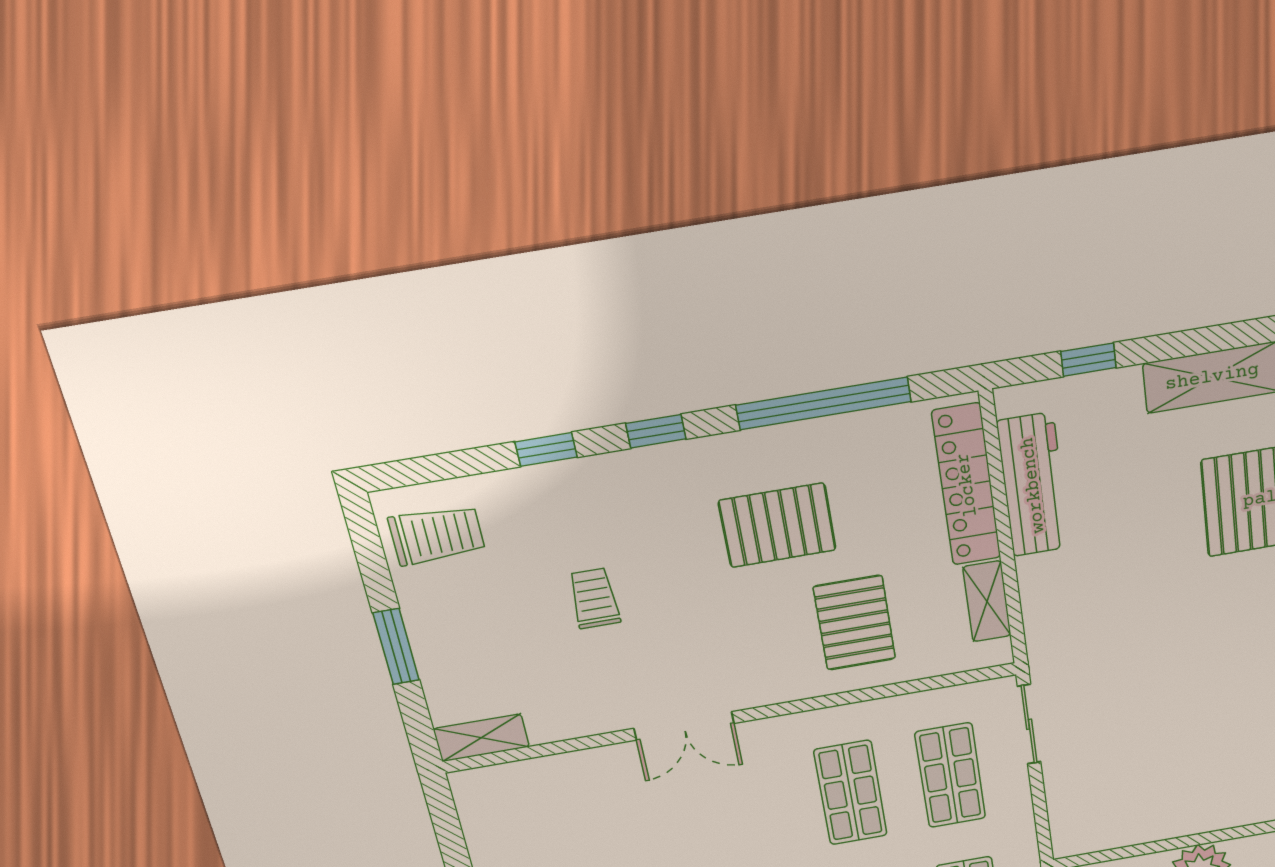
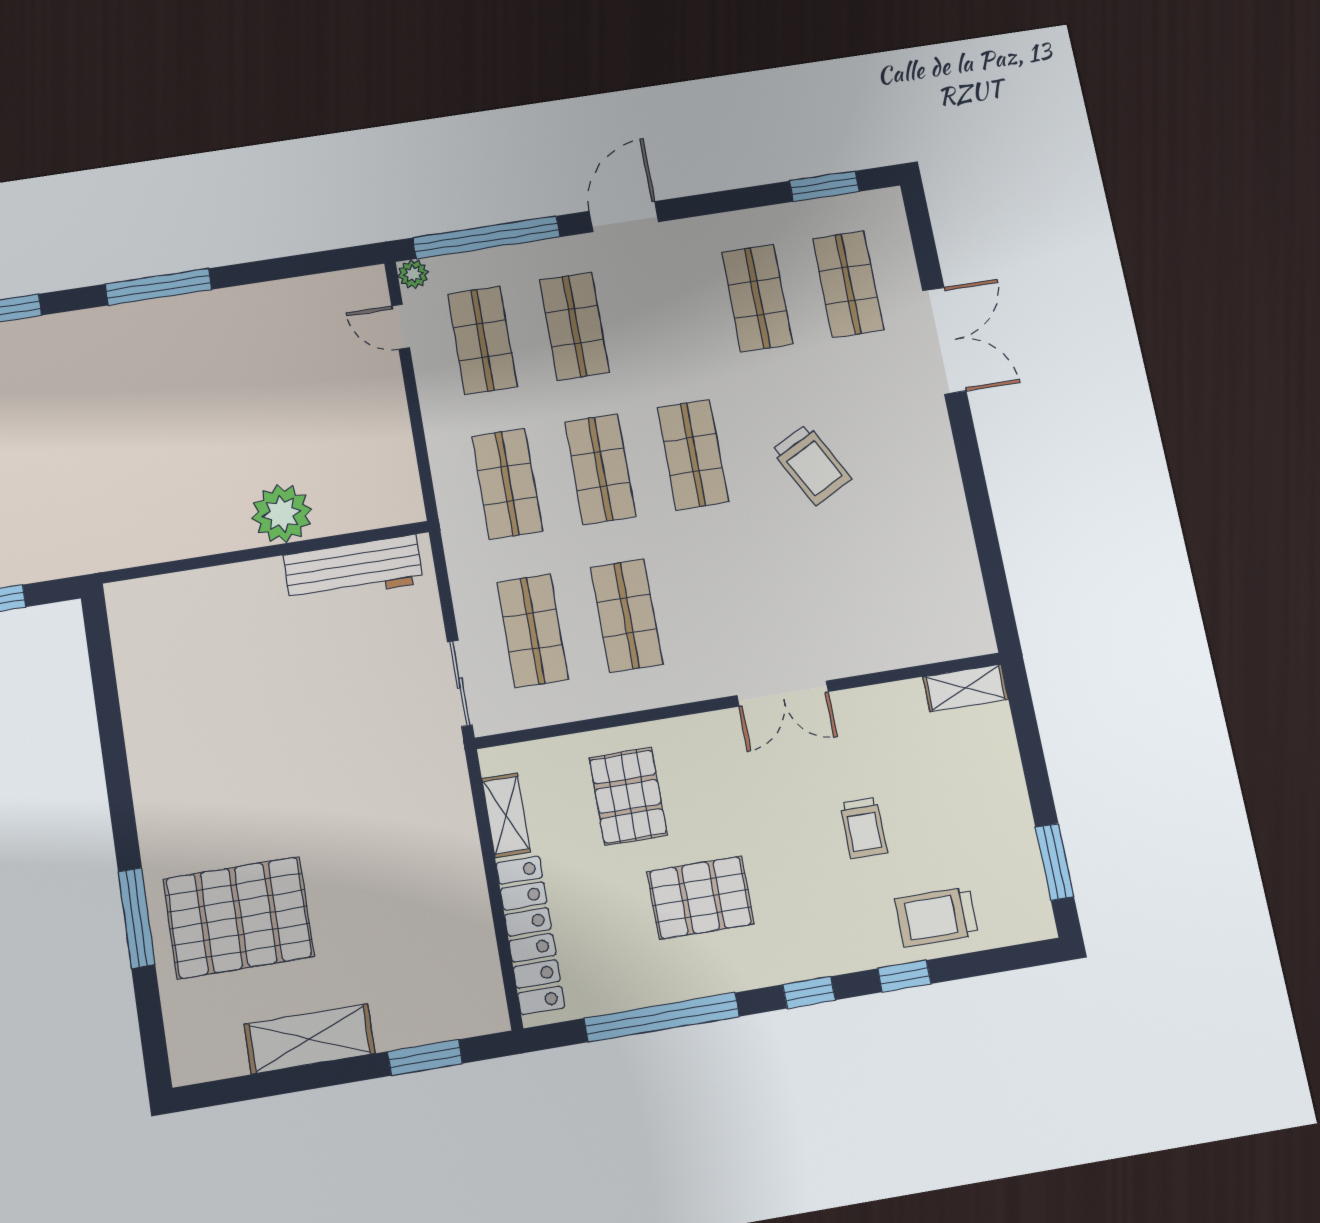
window: (1088, 360) -> (425, 1057), width x1.50
workbench: (1033, 485) -> (353, 569), moved, turned -90
trolley: (437, 535) -> (936, 917), moved
window: (396, 647) -> (1055, 862), moved
double door: (684, 726) -> (783, 694), swing flipped

